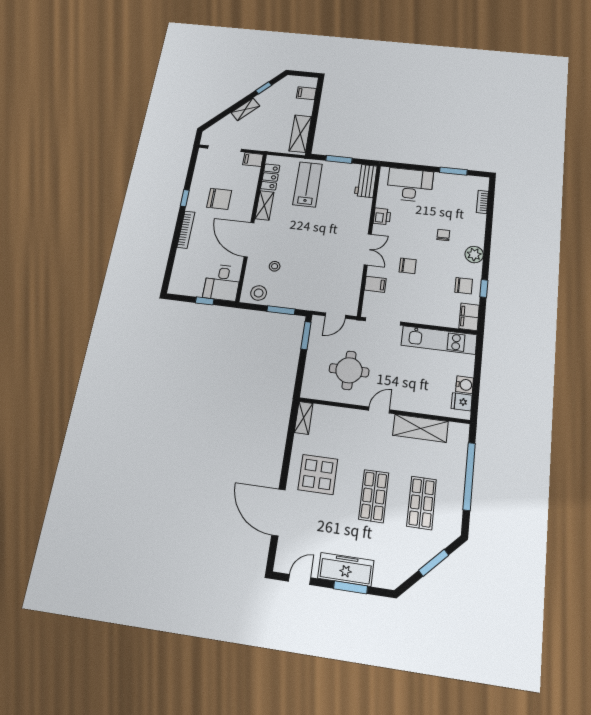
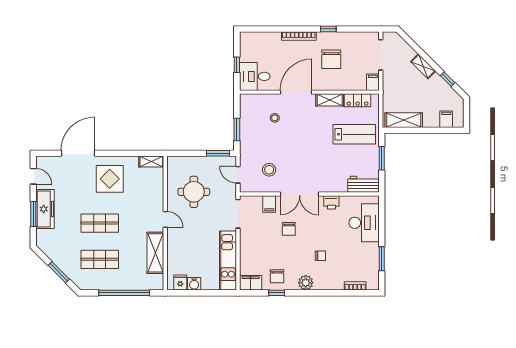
double door: (368, 249) -> (300, 194), width x1.37
stool: (259, 293) -> (269, 170), moved

